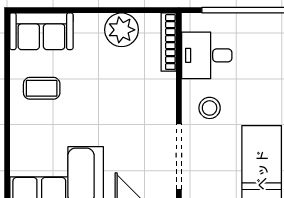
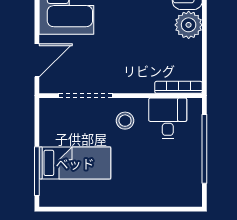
plant: (122, 30) -> (189, 25), moved

